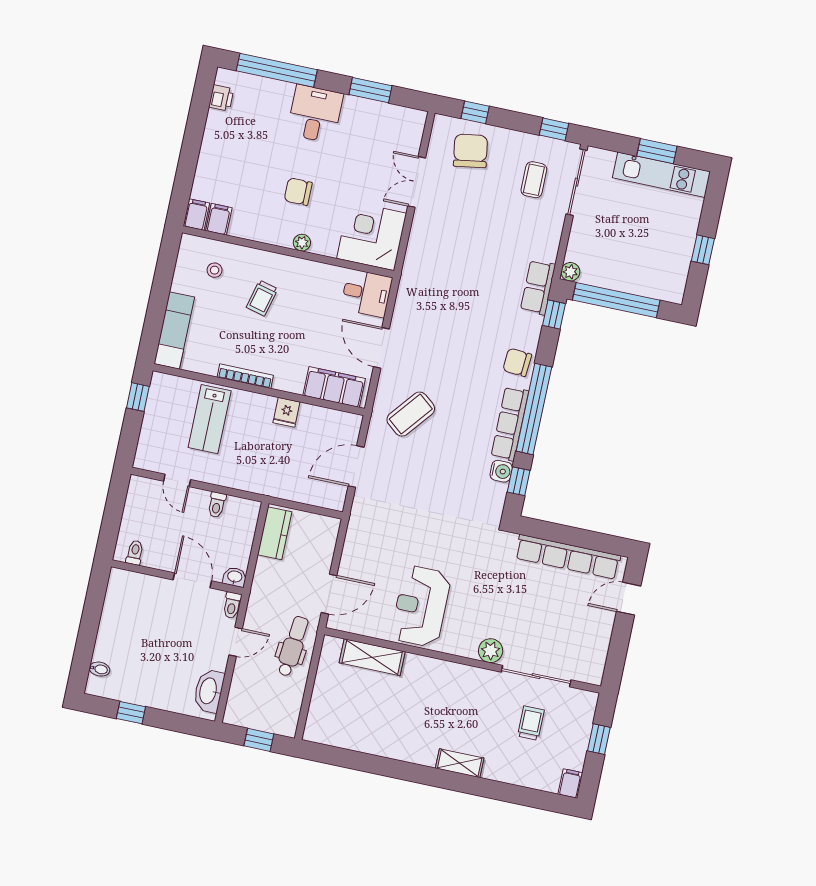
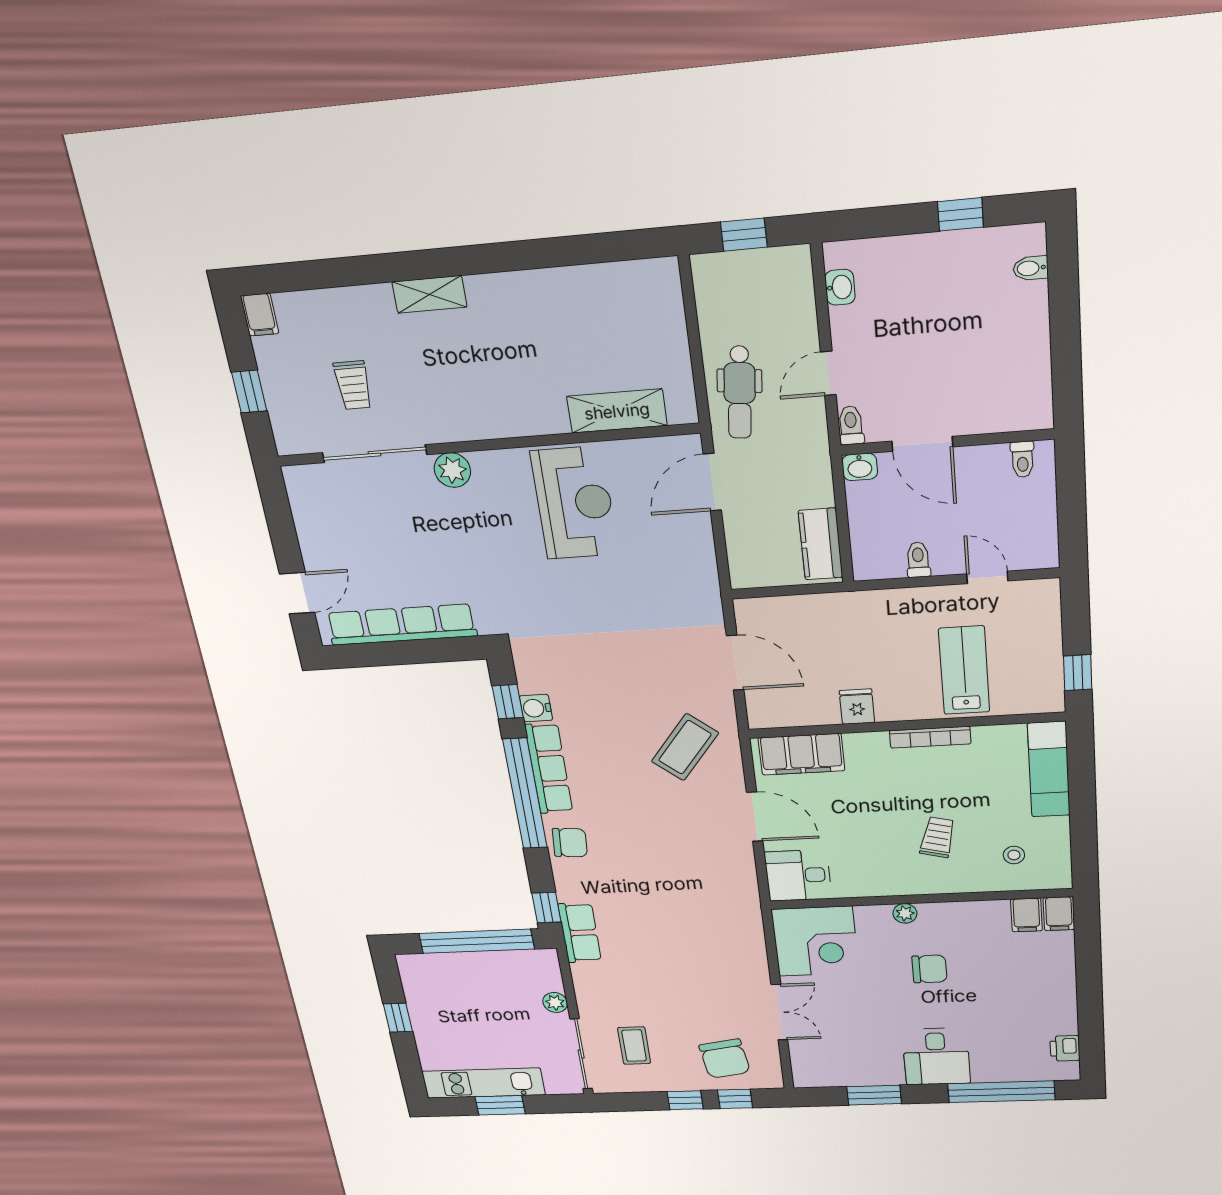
window: (554, 129) -> (685, 1100), moved
plant: (570, 272) -> (555, 1002), moved
door: (356, 467) -> (735, 663), hinge flipped
washbasin: (209, 691) -> (840, 287), width x0.52, depth x0.69

